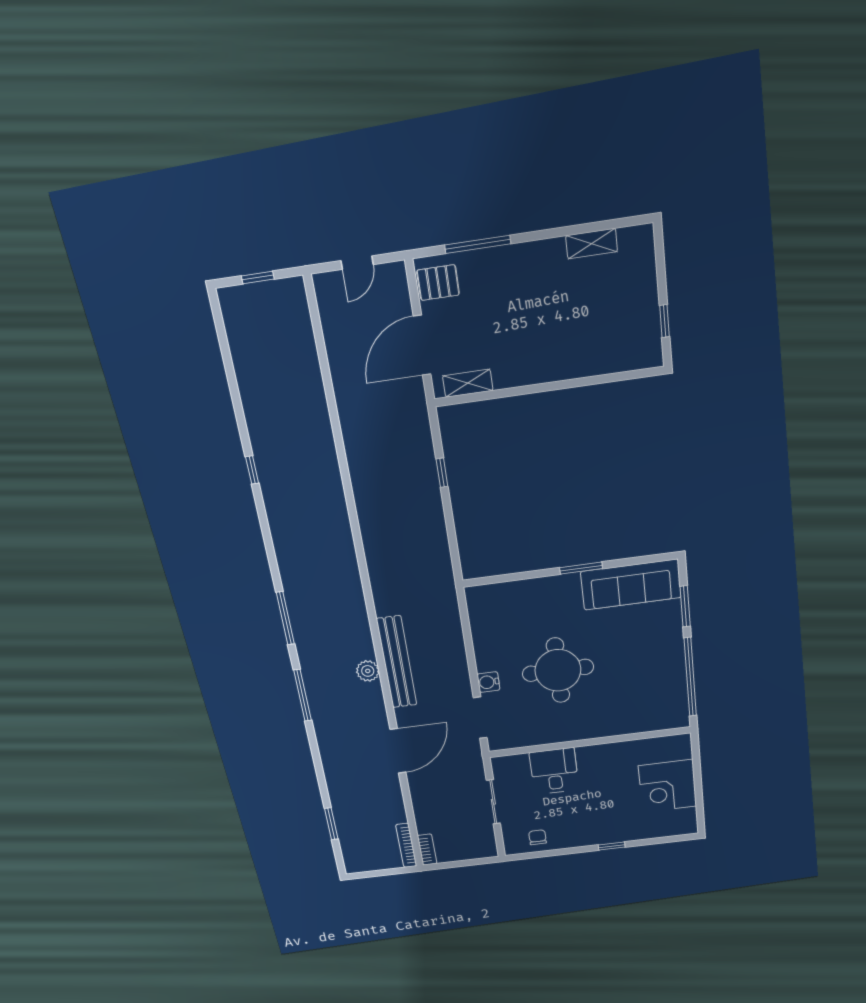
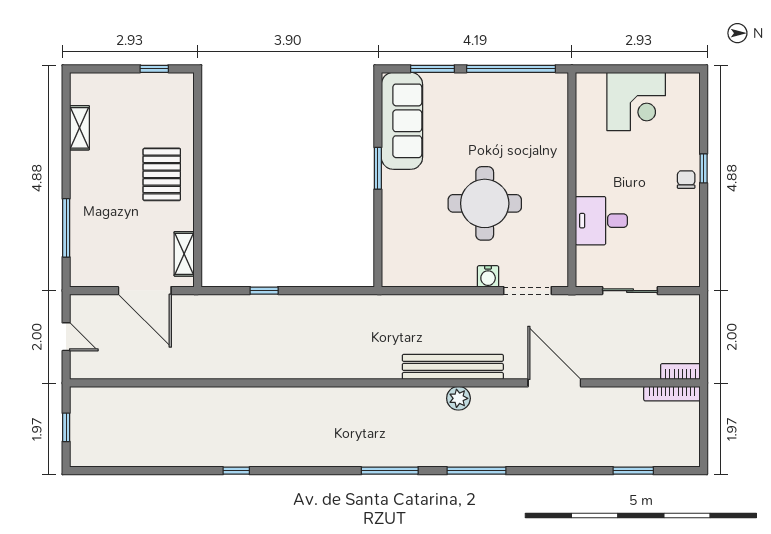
pallet: (438, 283) -> (162, 174), moved, width x1.50, depth x1.42
chair: (538, 837) -> (686, 180), moved, turned 90

